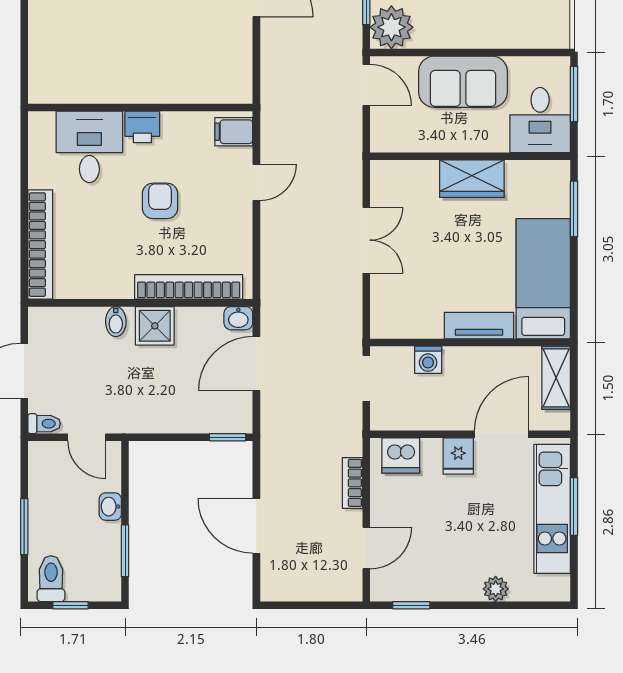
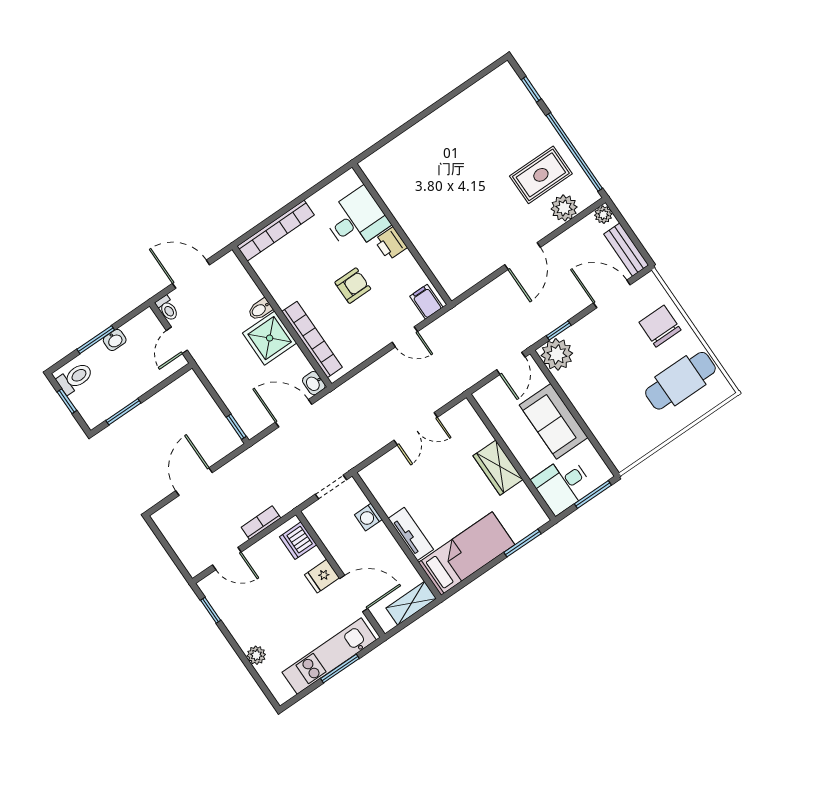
shower: (155, 326) -> (270, 338), width x1.36, depth x1.36
washbasin: (110, 507) -> (115, 340), moved, turned 180

